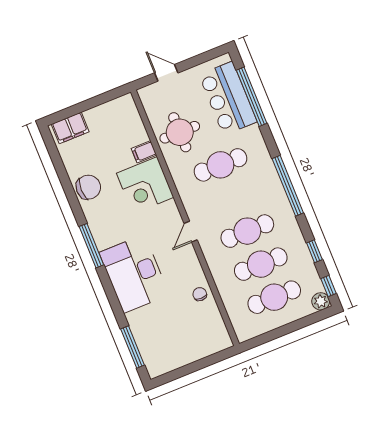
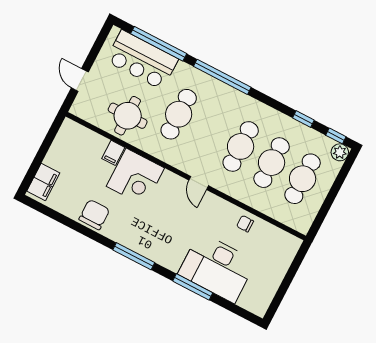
door: (166, 73) -> (80, 80), hinge flipped
window: (288, 186) -> (222, 77), moved
desk: (134, 274) -> (217, 268), moved
window: (133, 347) -> (193, 287), moved

